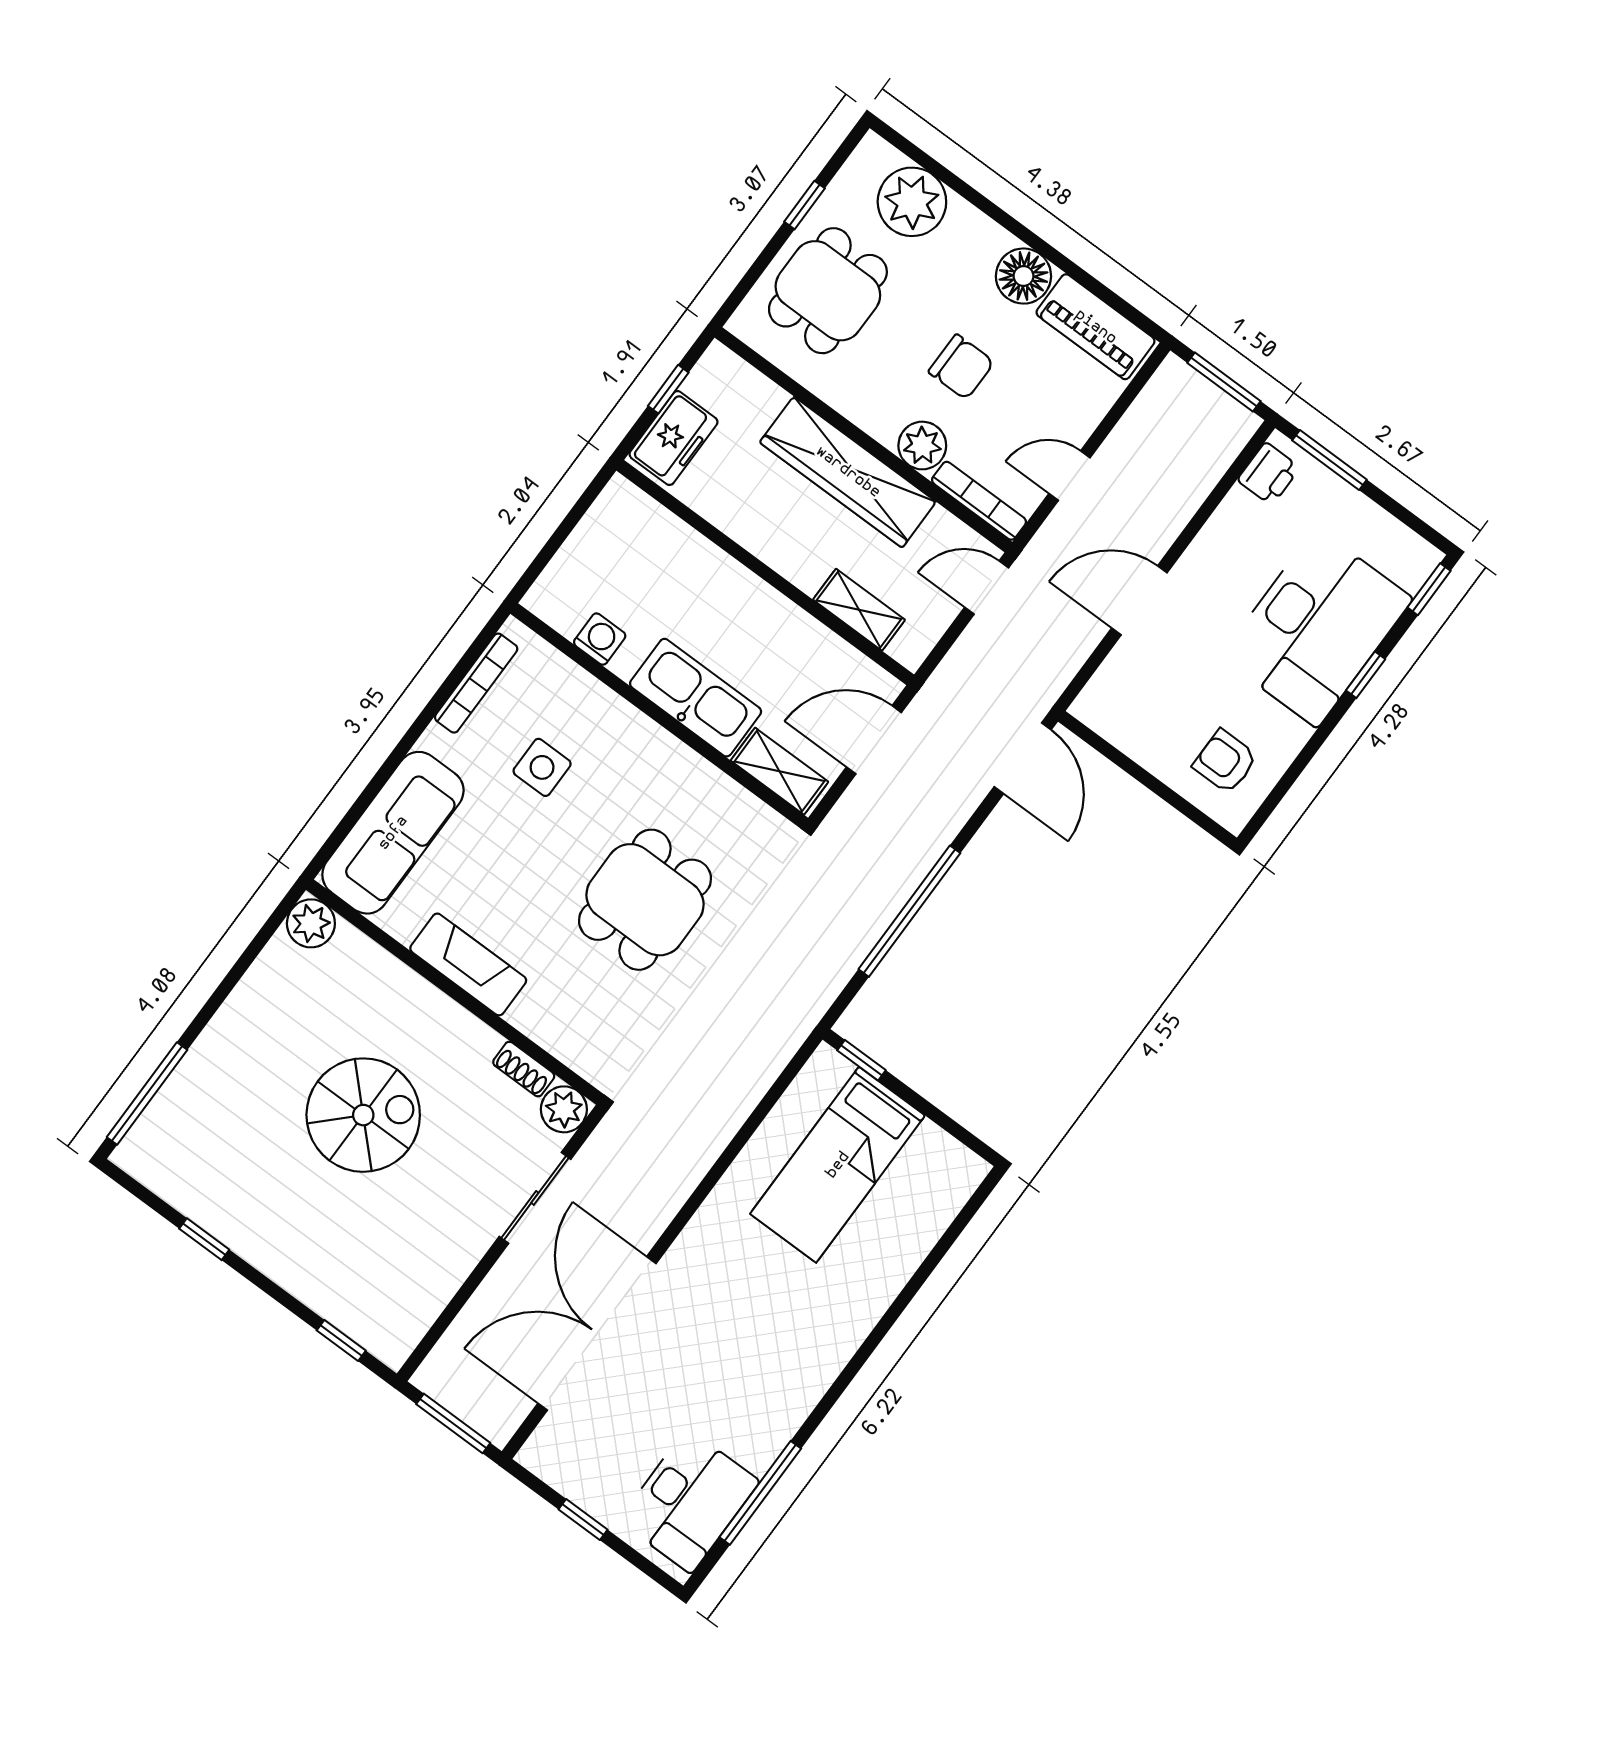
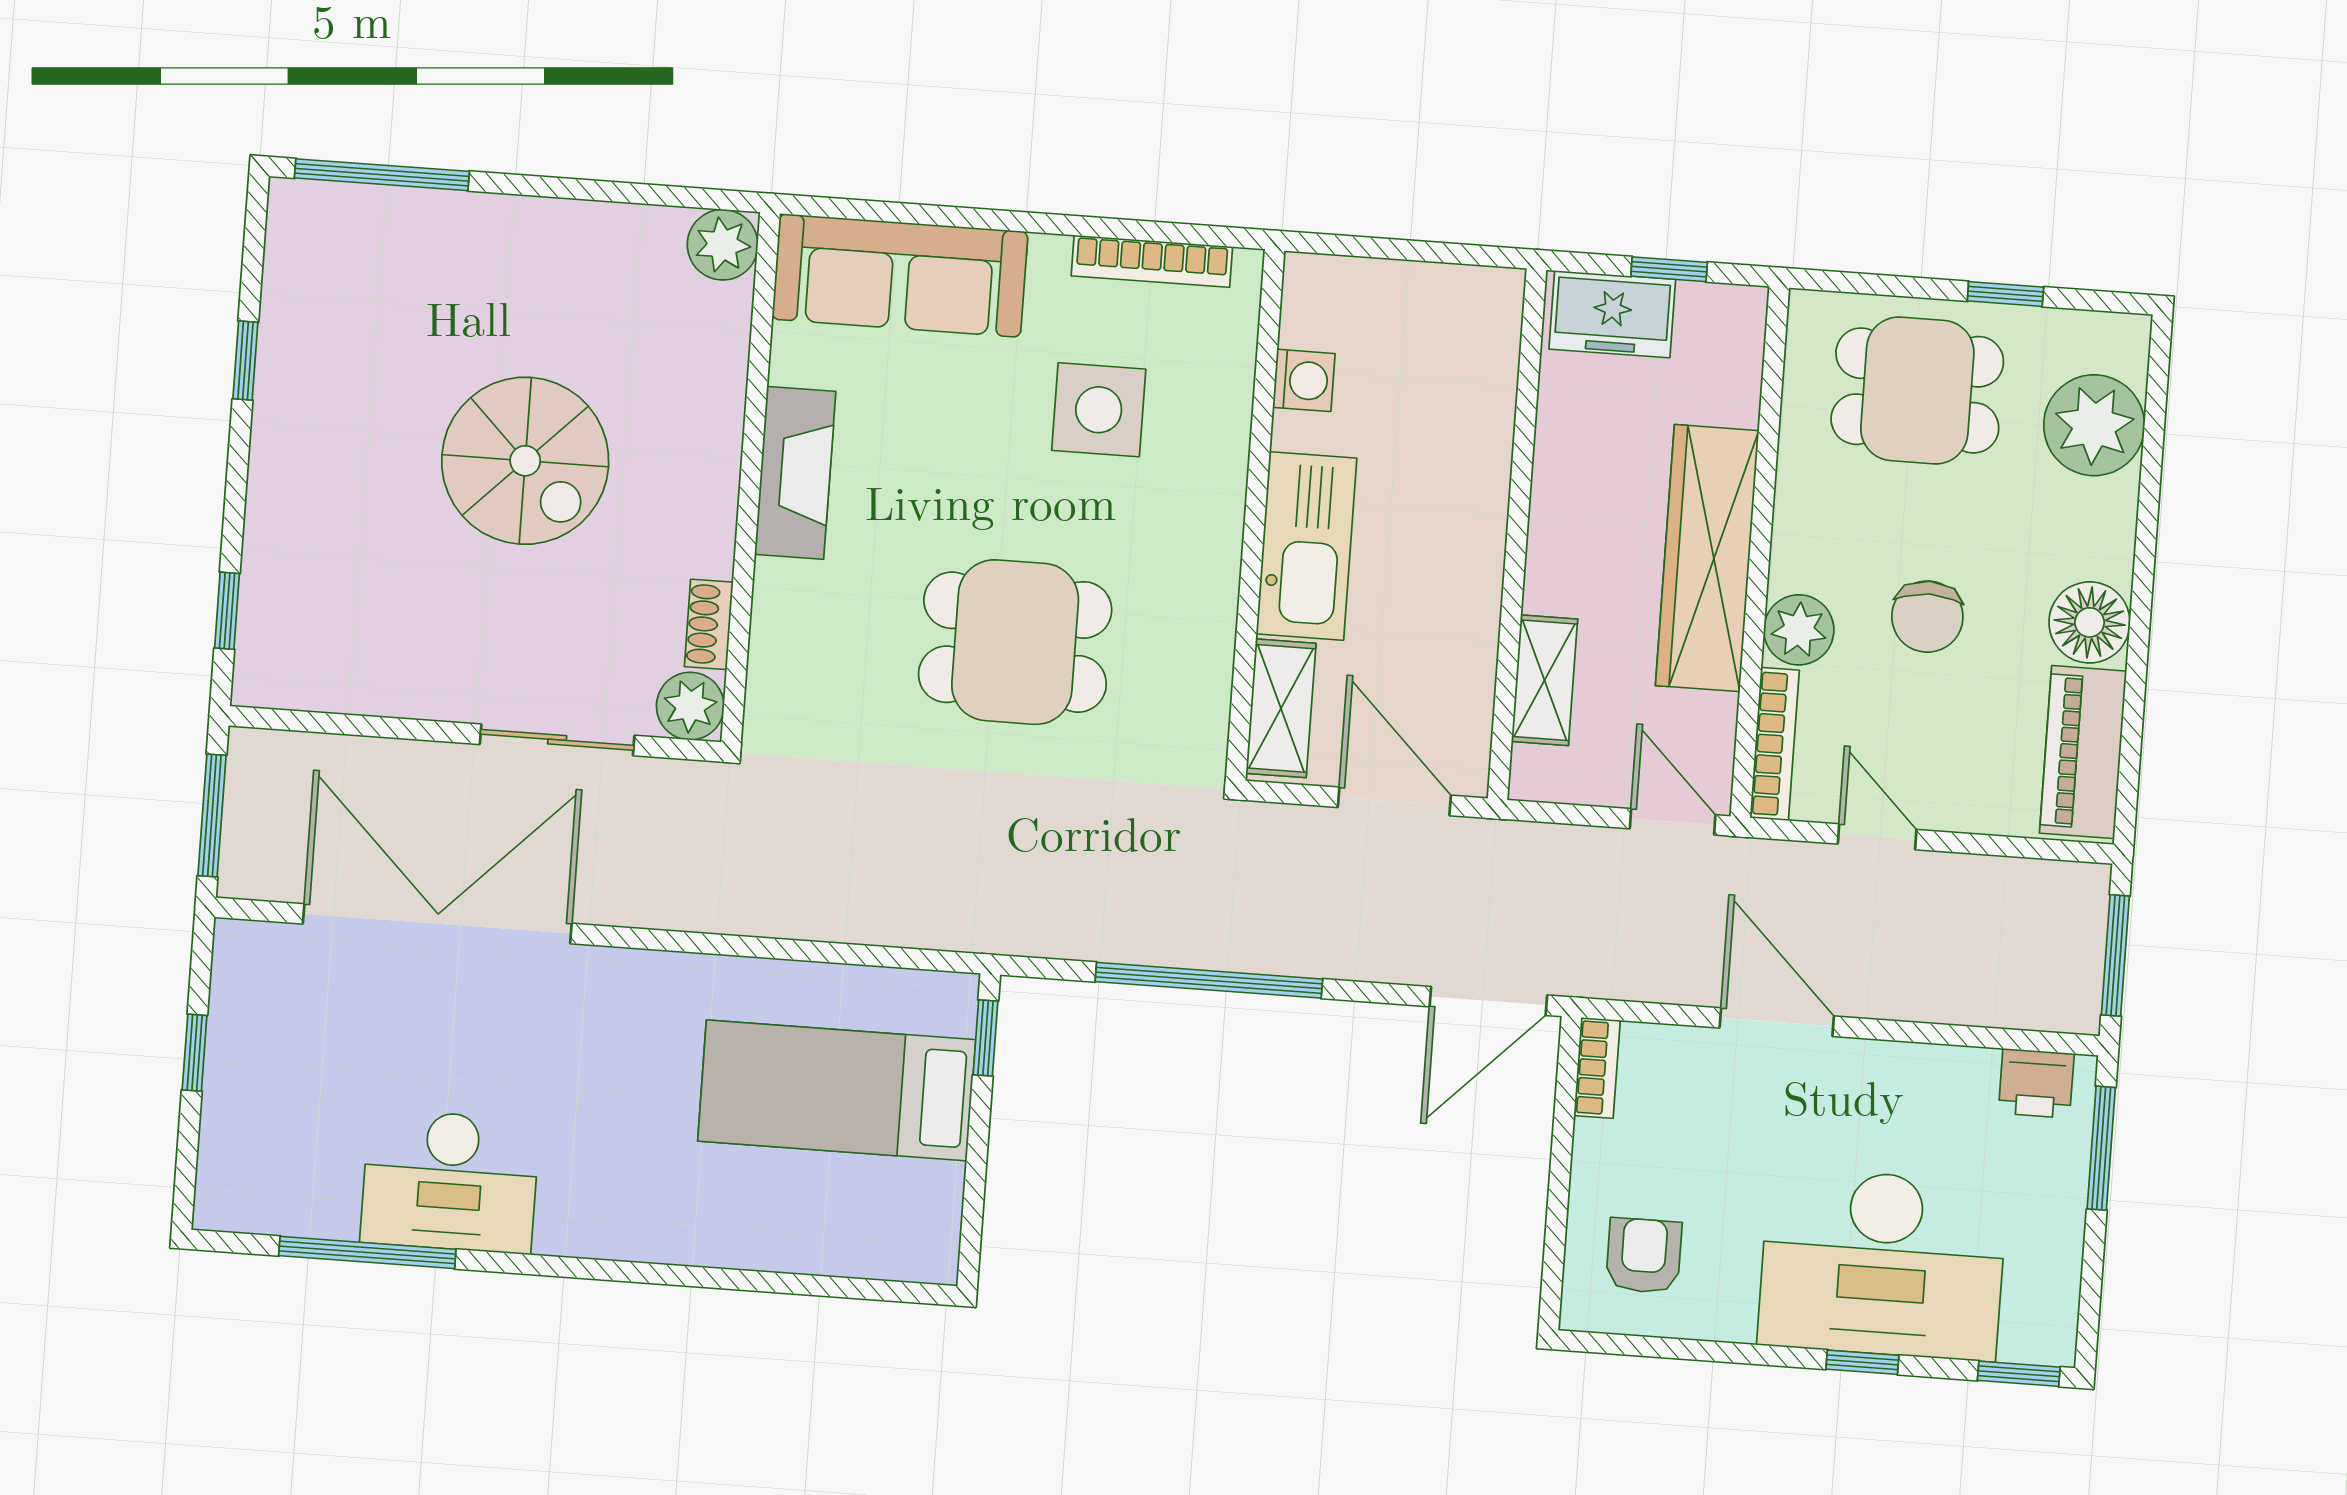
bookcase: (1100, 720) -> (1597, 1068), added
side table: (542, 767) -> (1099, 410), width x1.37, depth x1.37
desk: (689, 1501) -> (450, 1181), moved

